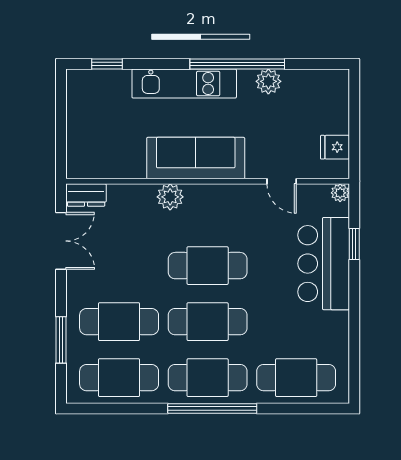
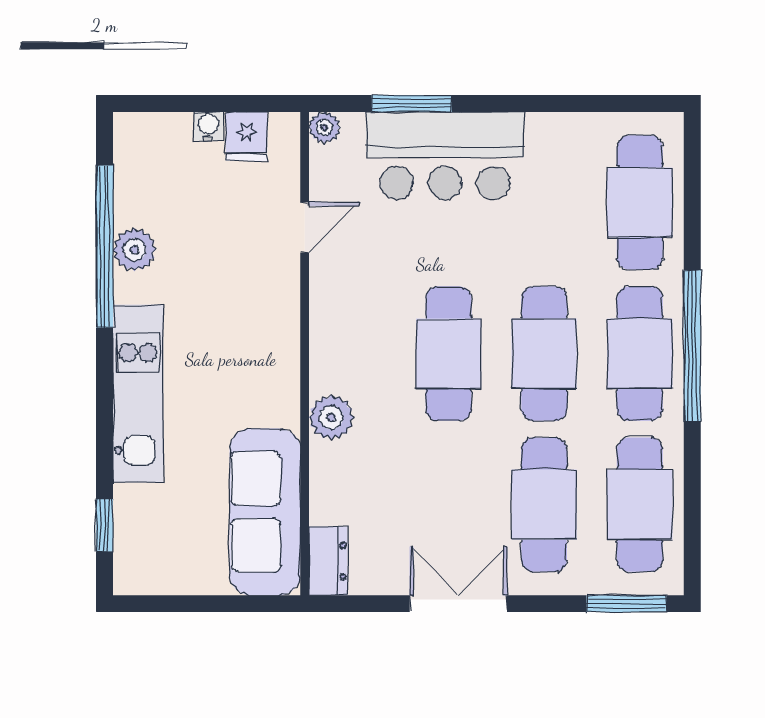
window: (237, 64) -> (105, 247), moved
water cooler: (341, 125) -> (208, 126), added
sofa: (196, 158) -> (265, 512), moved
double door: (61, 241) -> (458, 604), moved
window: (354, 244) -> (412, 103), width x1.50
window: (61, 340) -> (626, 604), moved

